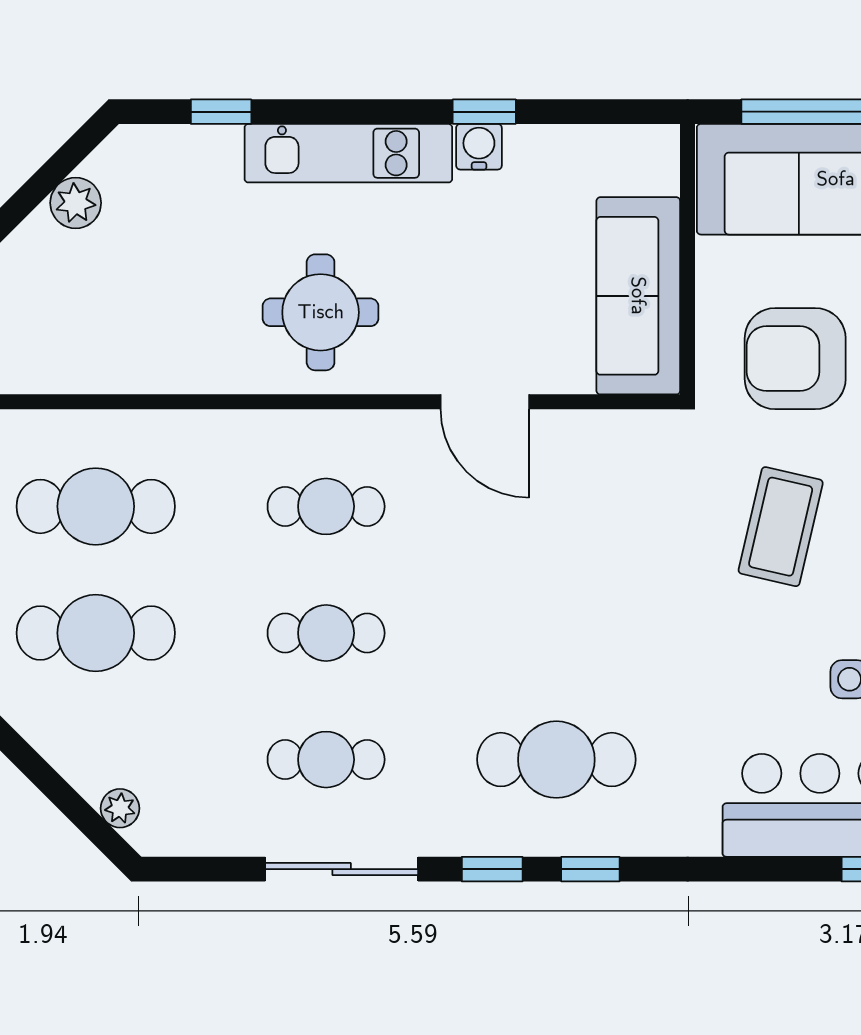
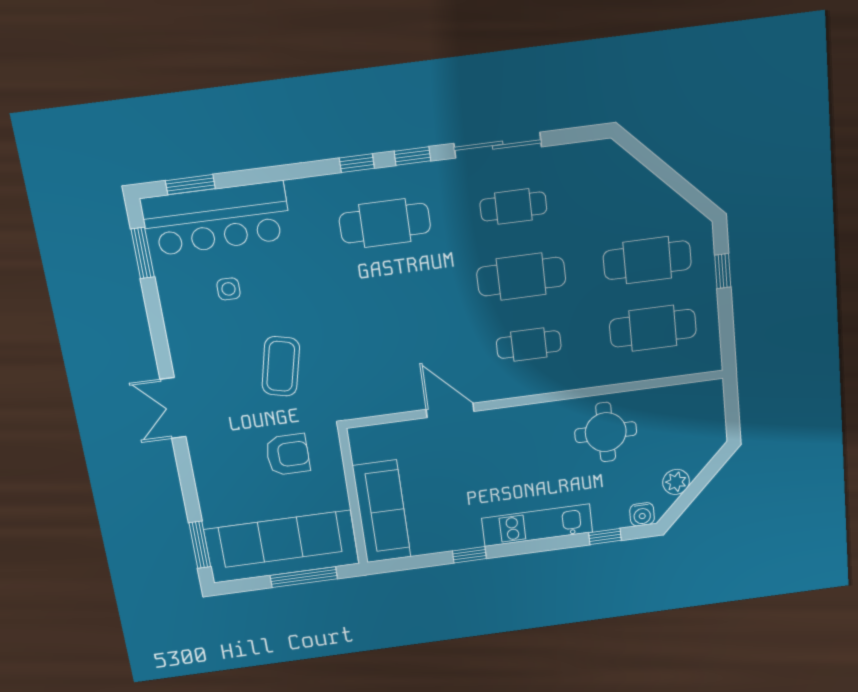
water cooler: (479, 147) -> (642, 514), moved
sofa: (638, 296) -> (382, 512), moved
round table: (321, 312) -> (606, 432), moved
armchair: (795, 359) -> (288, 455), width x0.73, depth x0.73
cafe table: (326, 633) -> (521, 277), width x1.37, depth x1.35
plant: (120, 808) -> (626, 164), removed

